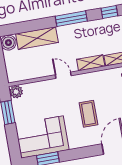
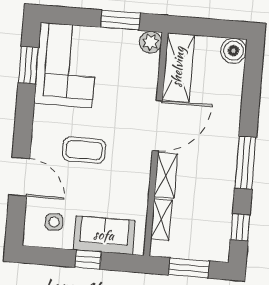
shelving: (37, 38) -> (178, 67), moved
door: (63, 75) -> (157, 126), width x1.88

